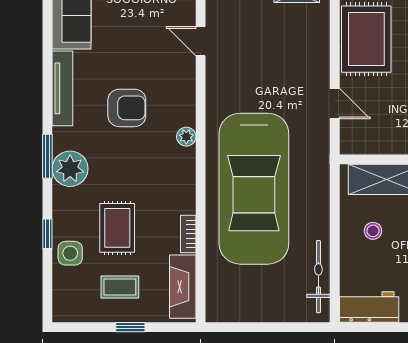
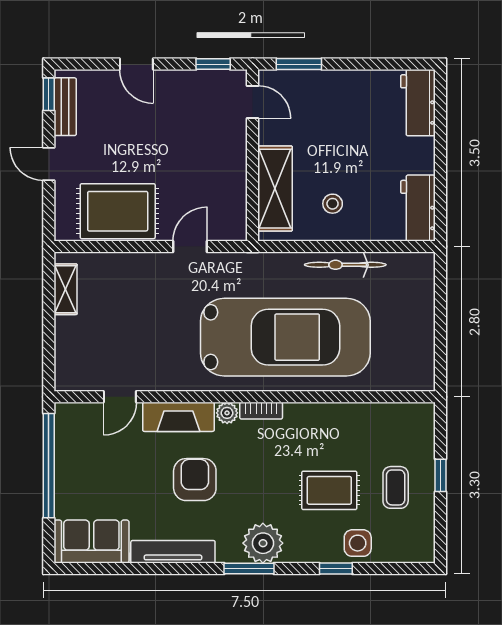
bookcase: (188, 234) -> (261, 411), moved
bicycle: (318, 277) -> (345, 265), moved
fireplace: (183, 287) -> (178, 417), moved

